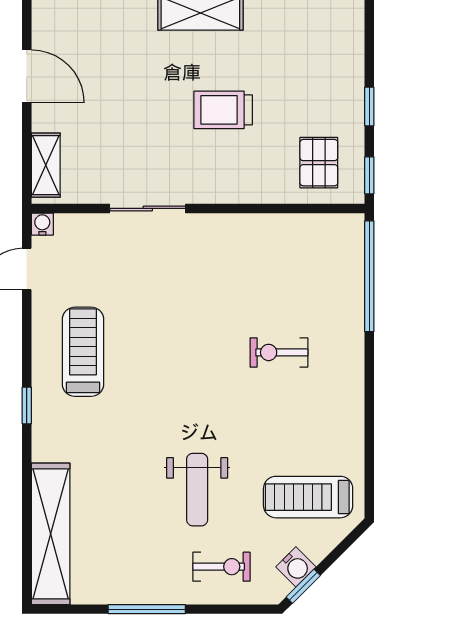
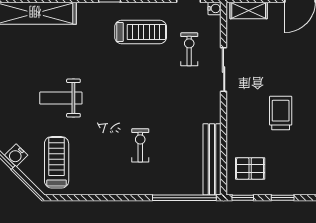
bench: (303, 228) -> (212, 159), added
exercise bike: (221, 567) -> (189, 49), moved, turned 180

